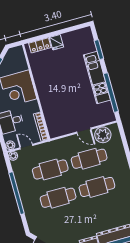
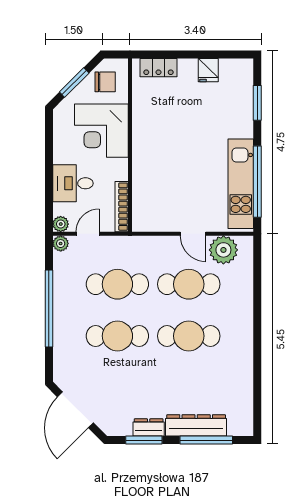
fridge: (56, 42) -> (208, 70), moved
chair: (13, 61) -> (105, 82), added
kitchen unit: (97, 77) -> (241, 184), moved
door: (26, 147) -> (88, 234), hinge flipped

